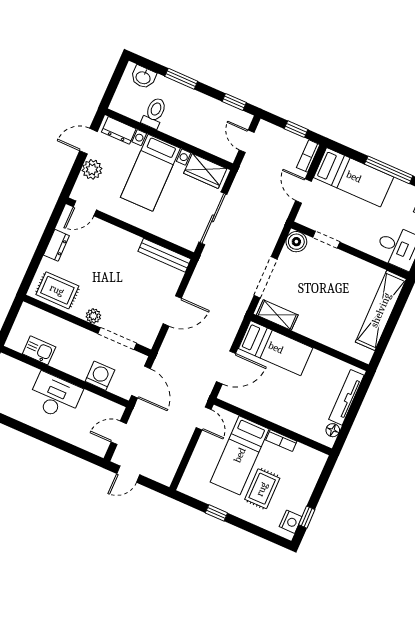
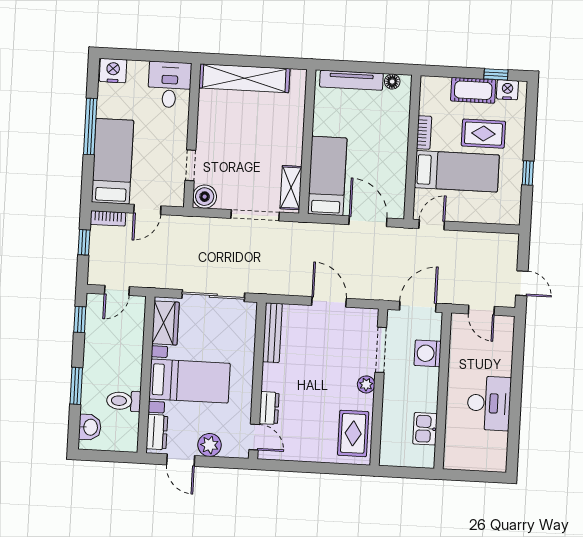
dresser: (56, 245) -> (269, 408), moved, turned 90
desk: (55, 396) -> (489, 403), moved, turned 180
cot: (301, 494) -> (473, 90), added

